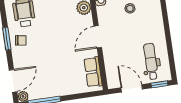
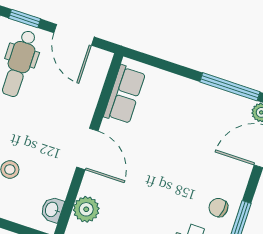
door: (98, 37) -> (87, 149), hinge flipped

